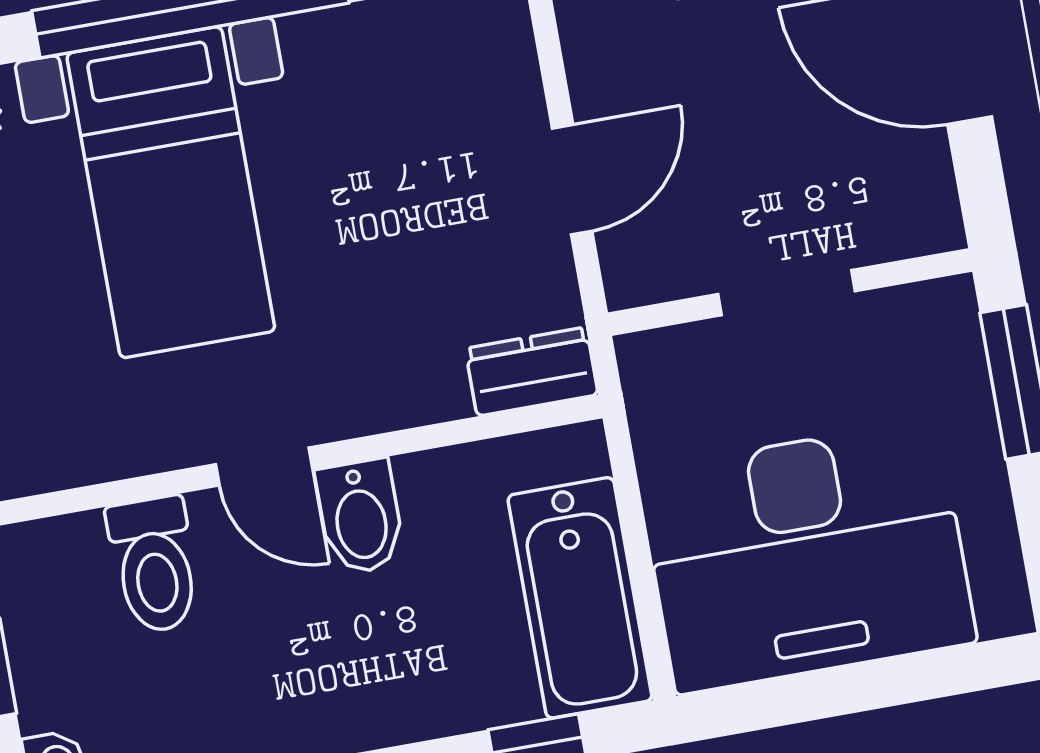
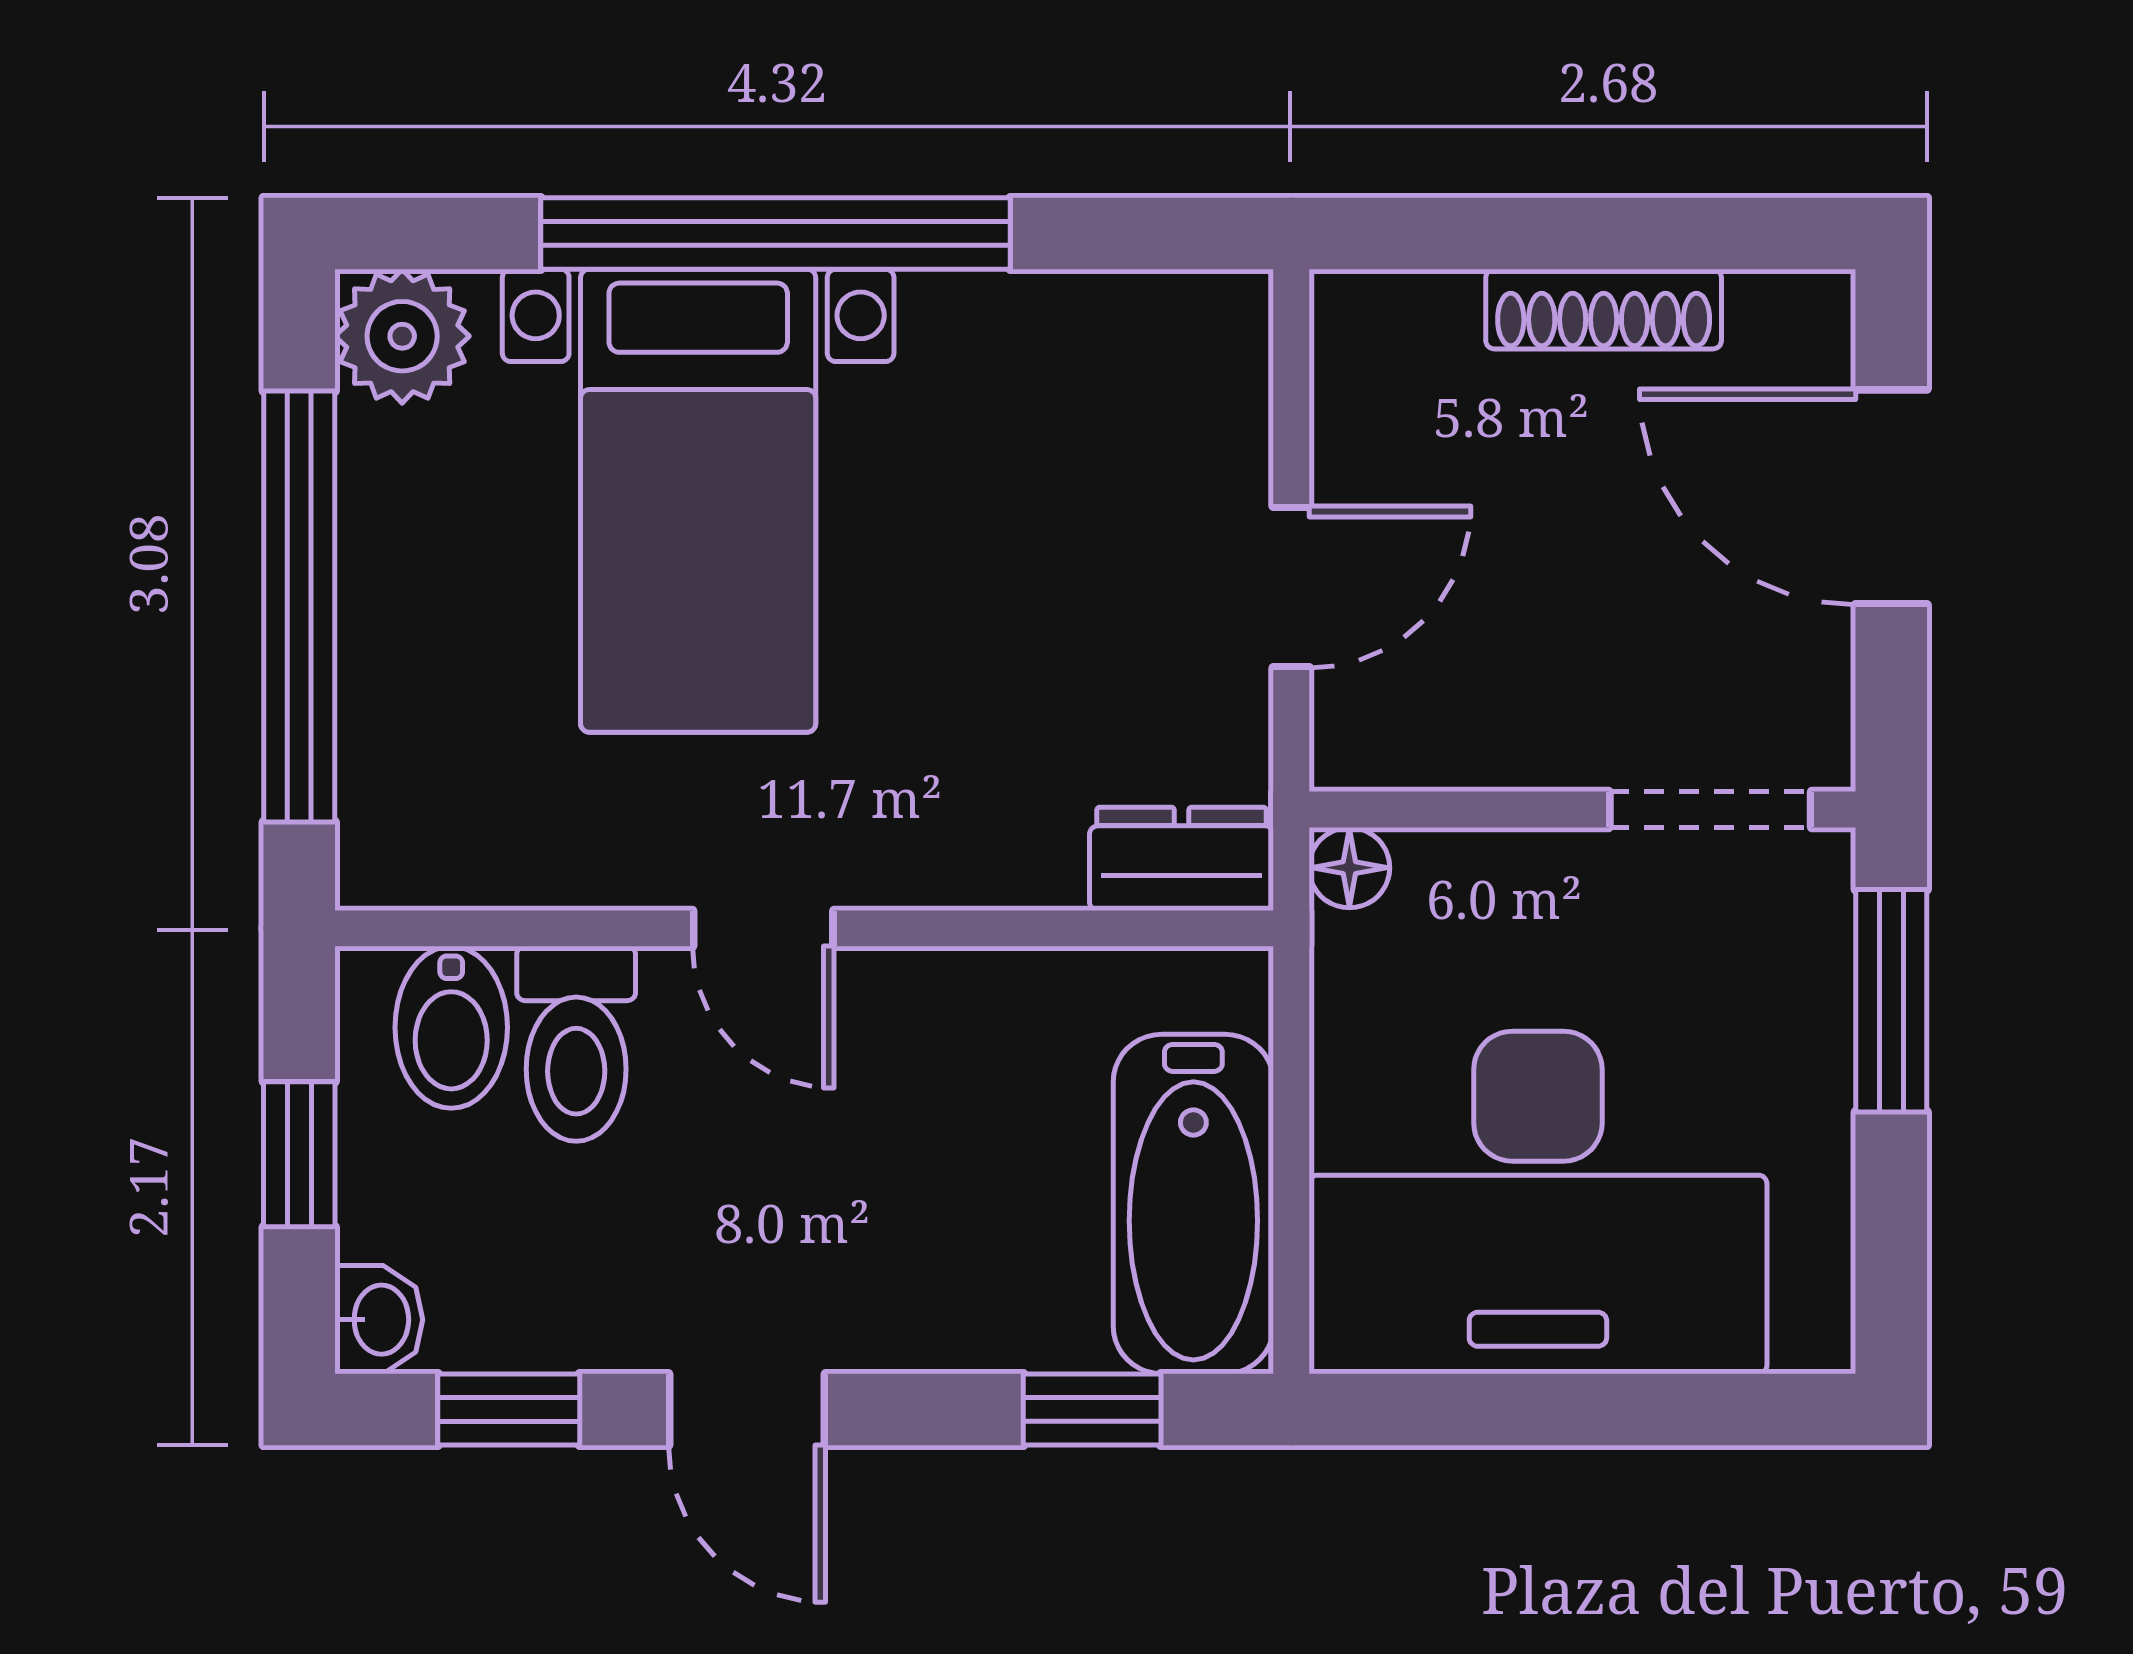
doorway: (786, 293) -> (1710, 810), moved
floor lamp: (643, 358) -> (1349, 868), added
bidet: (360, 517) -> (451, 1027), moved

